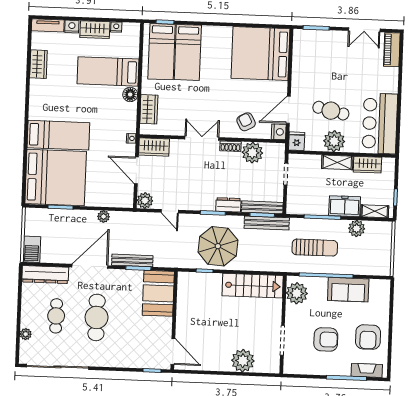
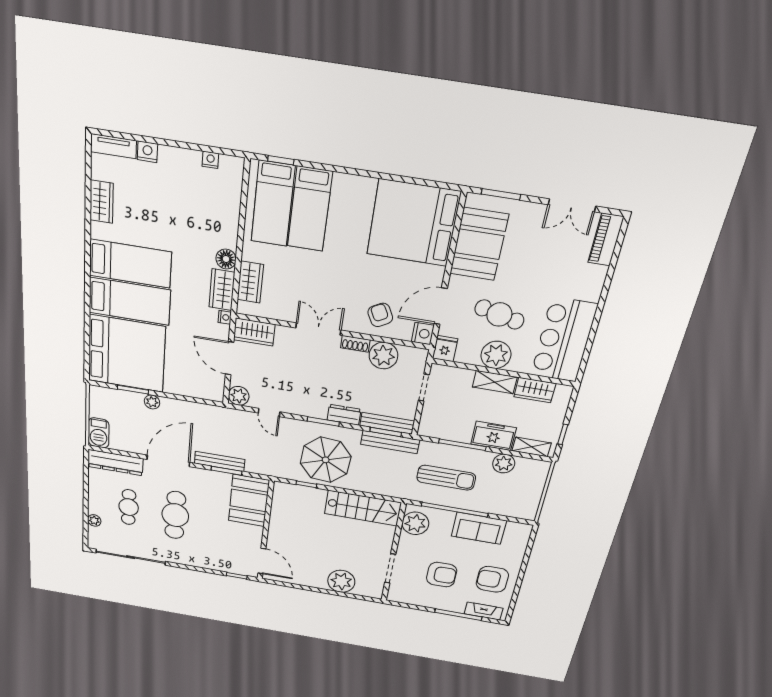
wardrobe: (95, 30) -> (222, 290), moved, turned 90
booth: (308, 63) -> (479, 244), added
bed: (108, 71) -> (130, 264), moved, turned 180
plant: (104, 217) -> (152, 402), moved
armchair: (368, 337) -> (492, 579), turned 90

